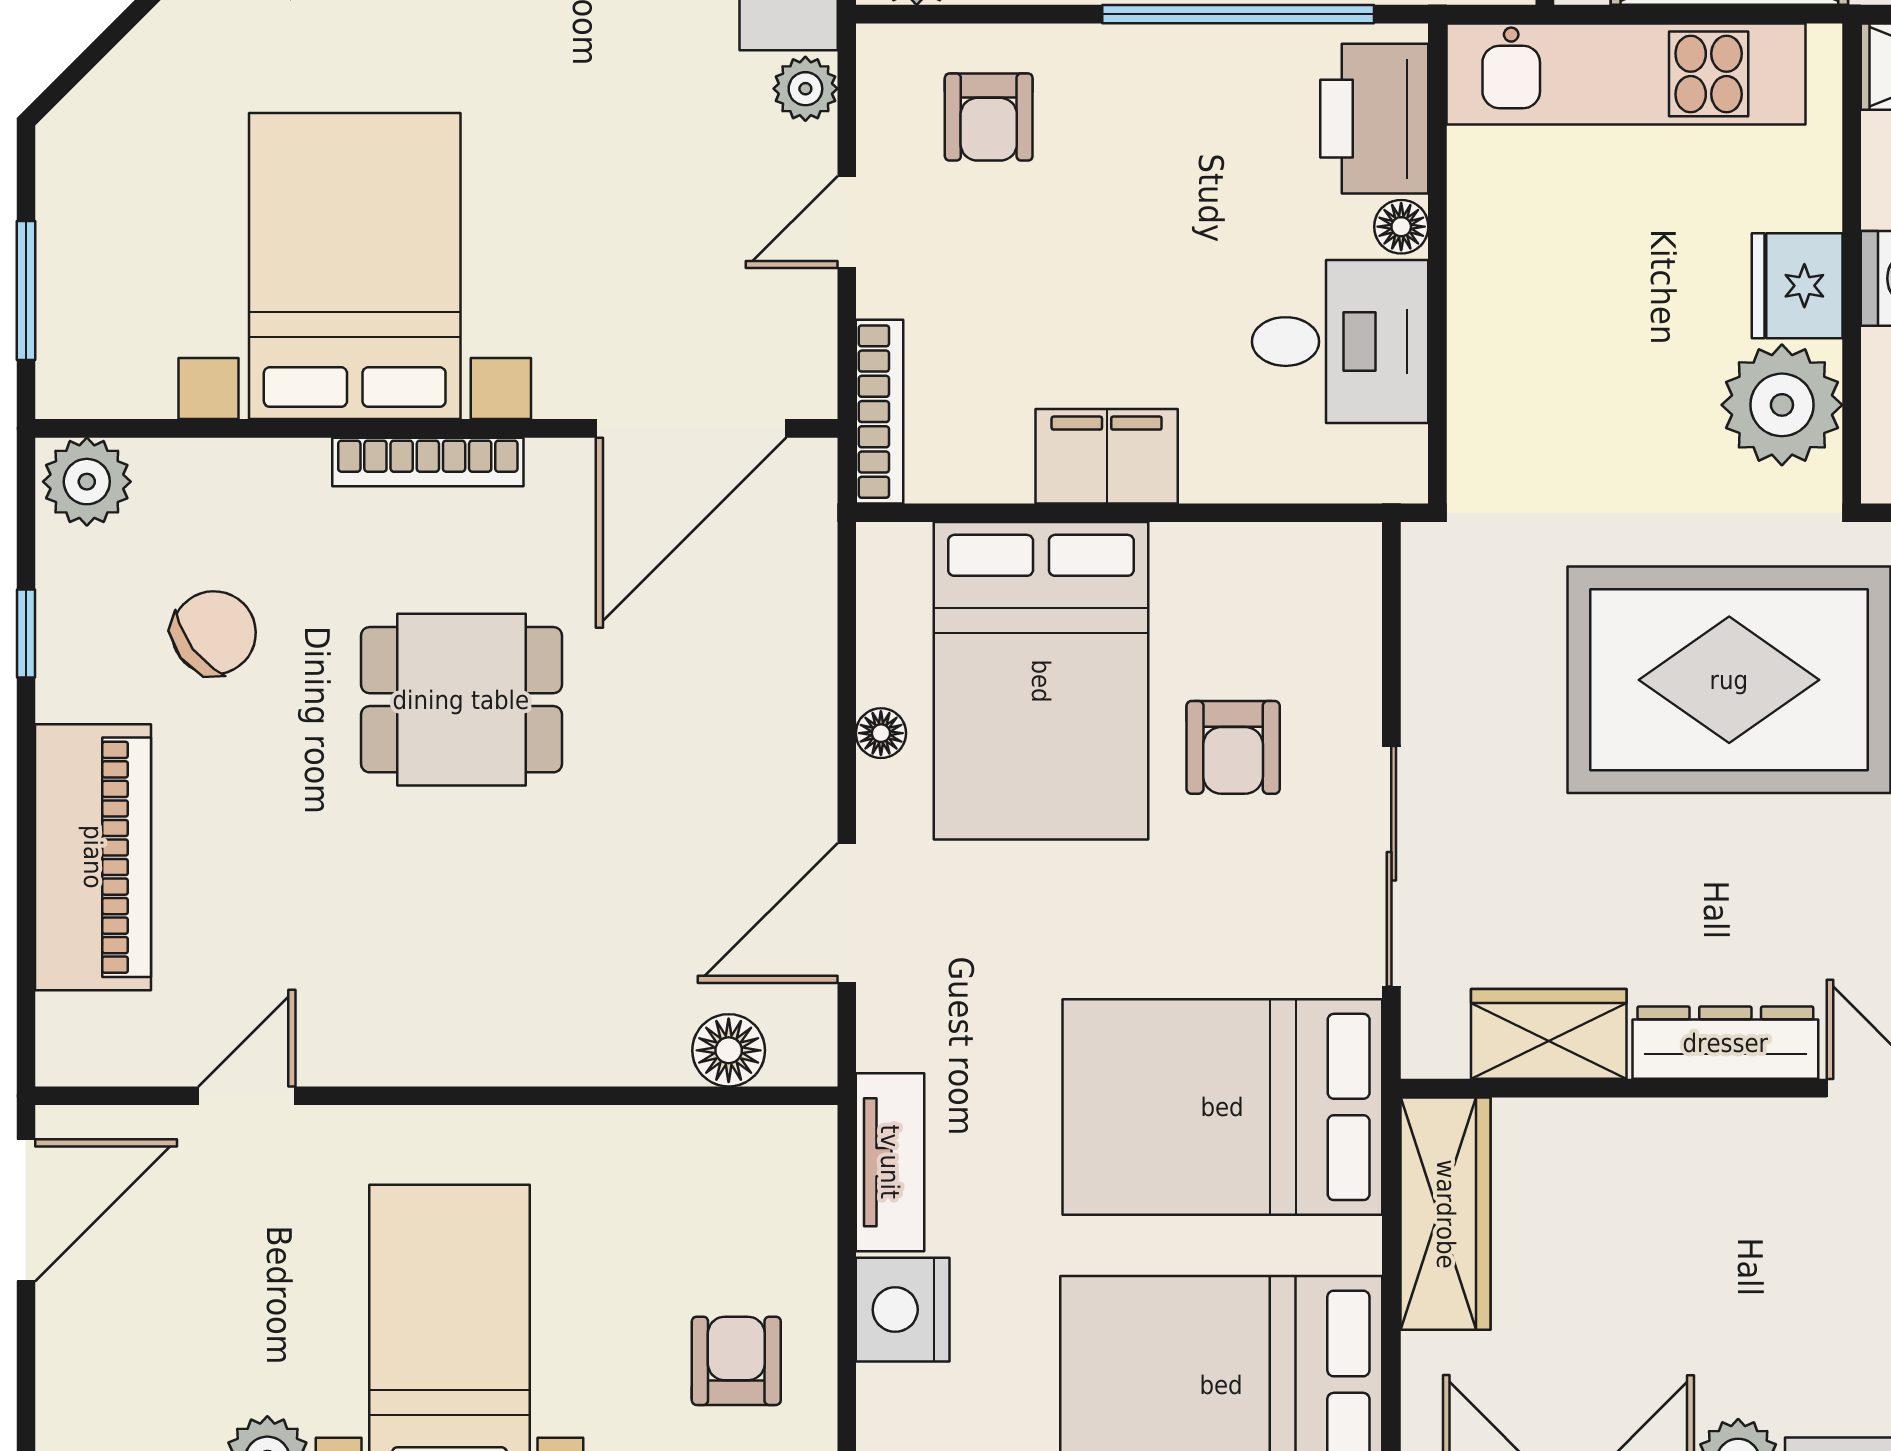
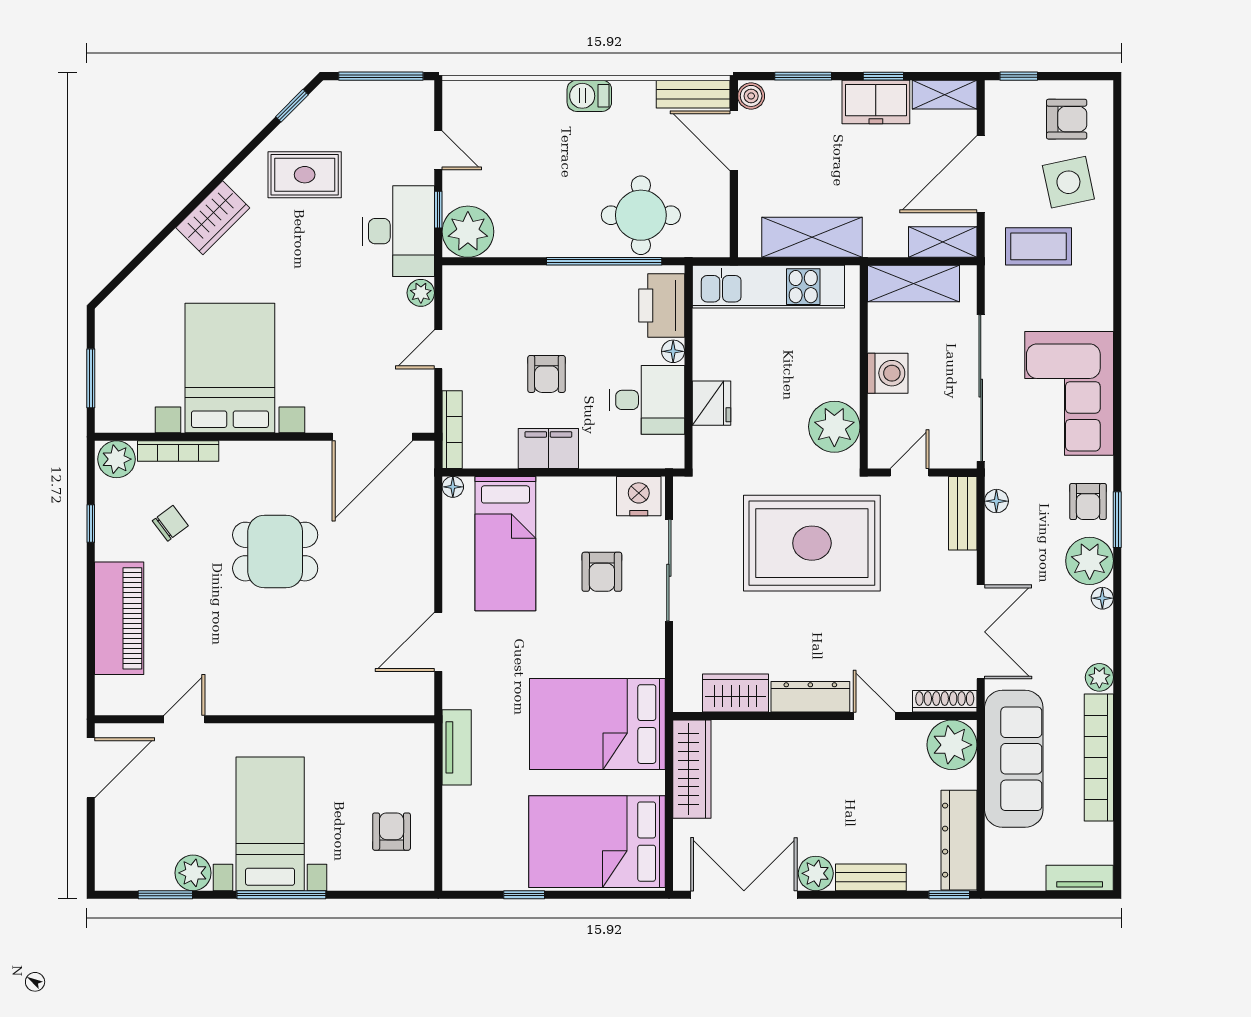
armchair: (989, 117) -> (547, 374), moved
fridge: (1797, 286) -> (712, 403), moved, turned 180
bookcase: (428, 462) -> (178, 451), moved
chair: (214, 633) -> (170, 523), width x0.73, depth x0.73
bed: (1041, 681) -> (505, 544), width x0.67
floor lamp: (881, 733) -> (453, 487), moved
sliding door: (1391, 866) -> (669, 570), moved
floor lamp: (729, 1050) -> (388, 700), removed
nightstand: (903, 1310) -> (639, 496), moved, turned 90

